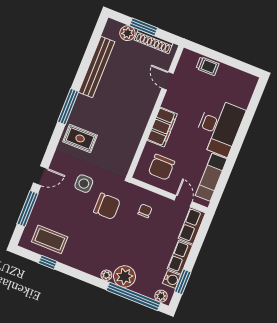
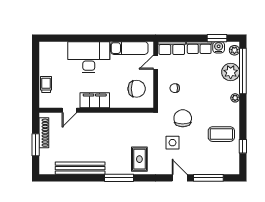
plant: (127, 33) -> (45, 155), removed
filing cabinet: (162, 127) -> (95, 100), moved
coffee table: (50, 239) -> (221, 134), moved, turned 90
plant: (124, 277) -> (231, 72), moved

